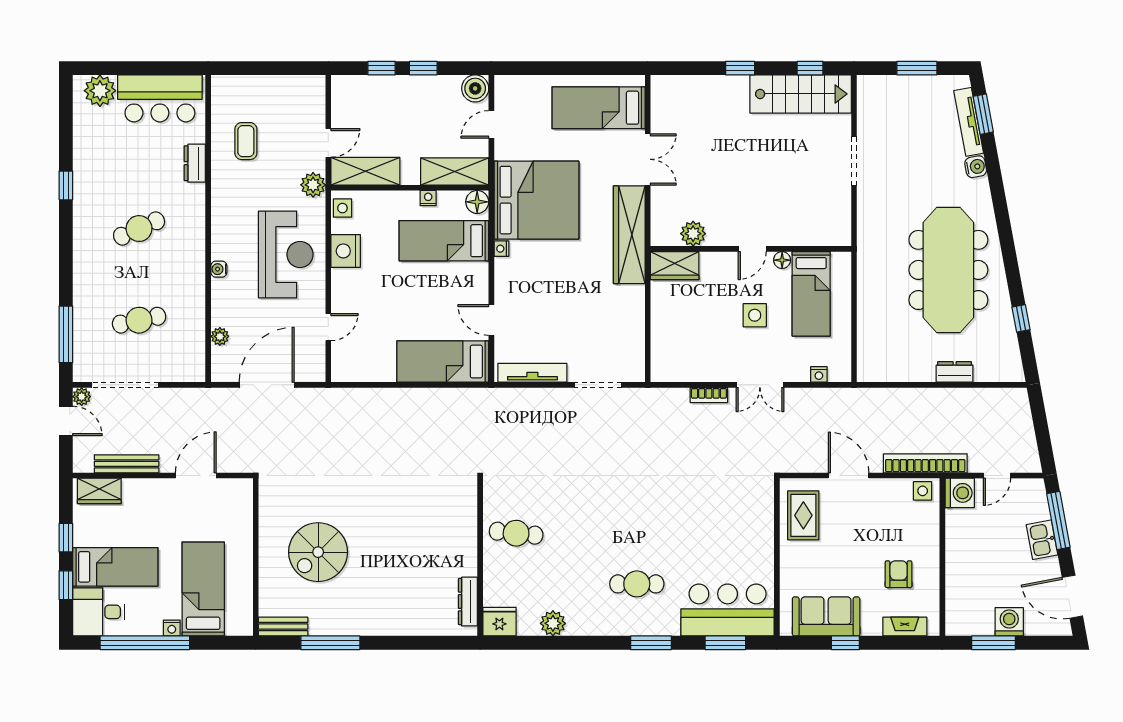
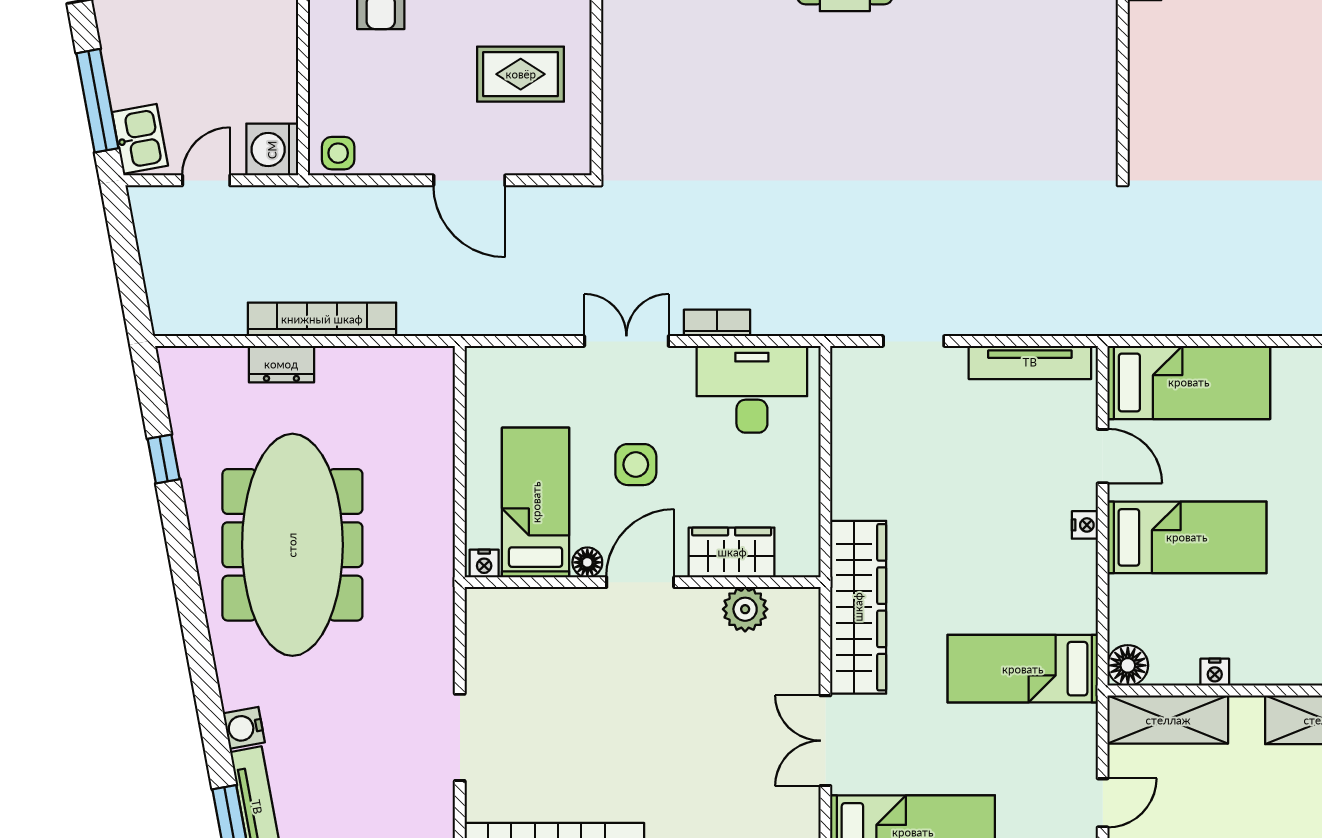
bed: (536, 200) -> (1023, 669), width x0.49
bed: (444, 241) -> (1187, 537), moved
nightstand: (501, 249) -> (1085, 525), moved
door: (752, 249) -> (640, 582), width x1.38
wardrobe: (675, 266) -> (732, 552), moved
desk: (689, 358) -> (752, 389), added
nightstand: (819, 374) -> (484, 564), moved, turned 180
doorway: (598, 385) -> (914, 341), width x0.73
bookcase: (925, 463) -> (322, 319), moved, turned 180
rug: (803, 515) -> (521, 74), moved, turned 90
cafe table: (516, 533) -> (1059, 78), removed
kitchen sink: (1042, 540) -> (140, 139), moved

